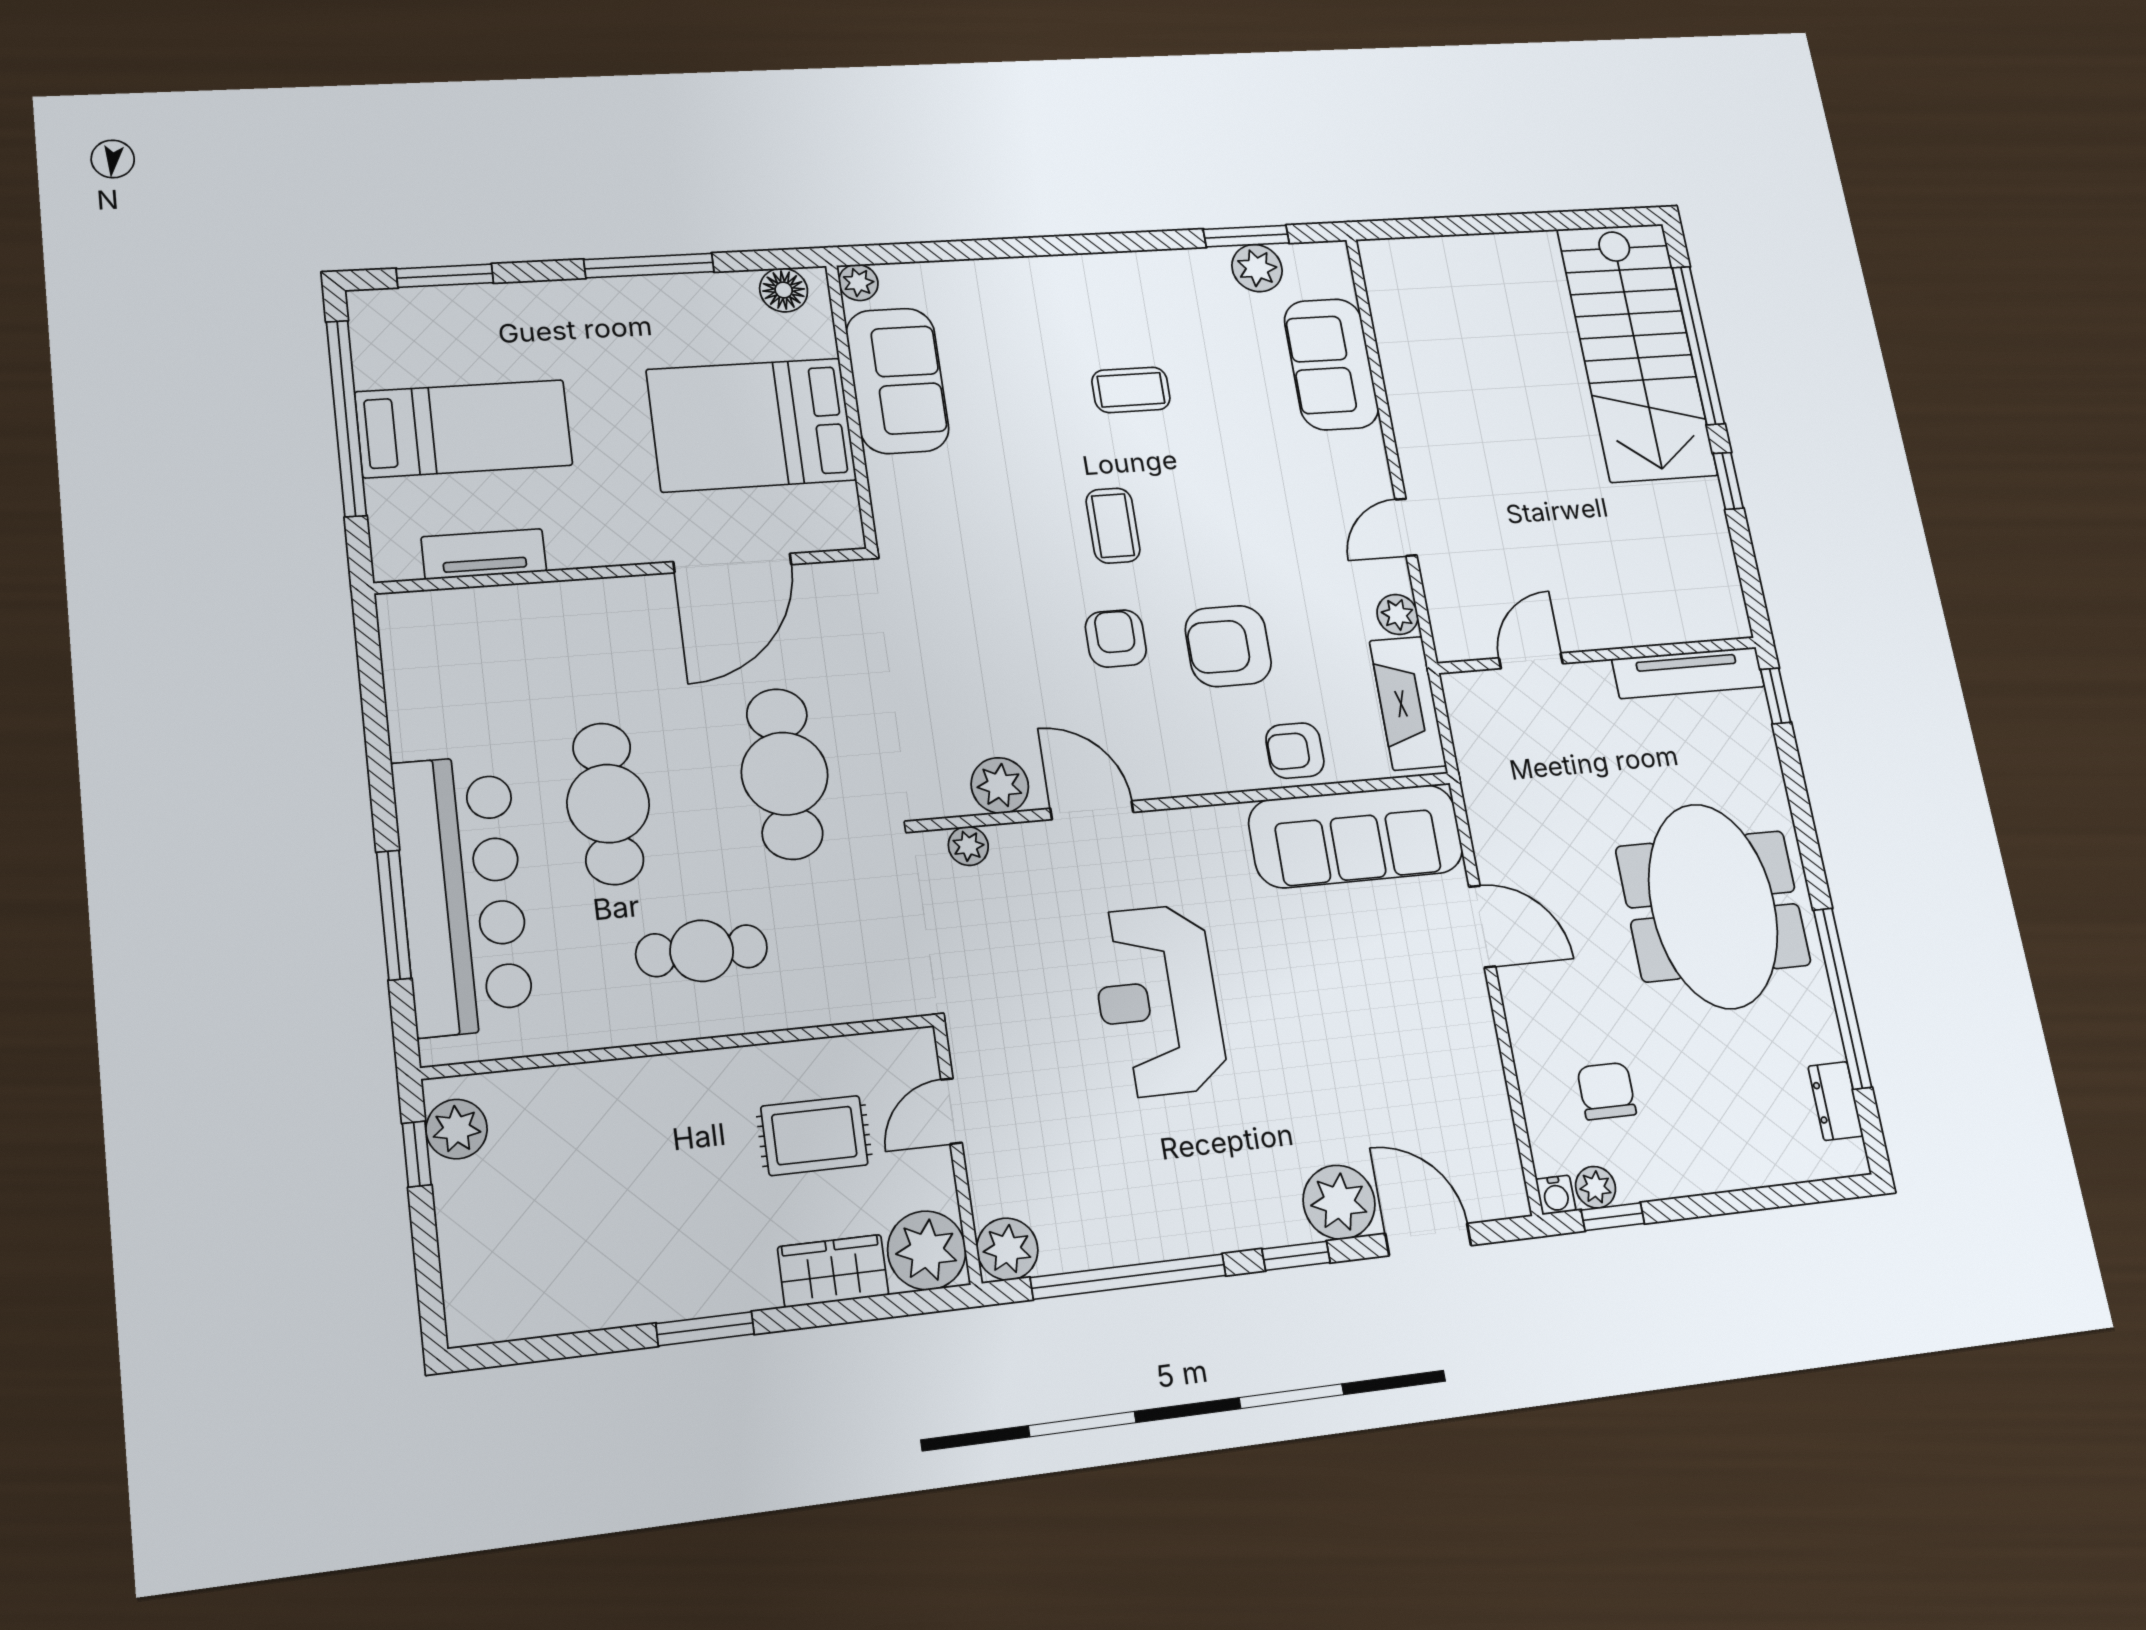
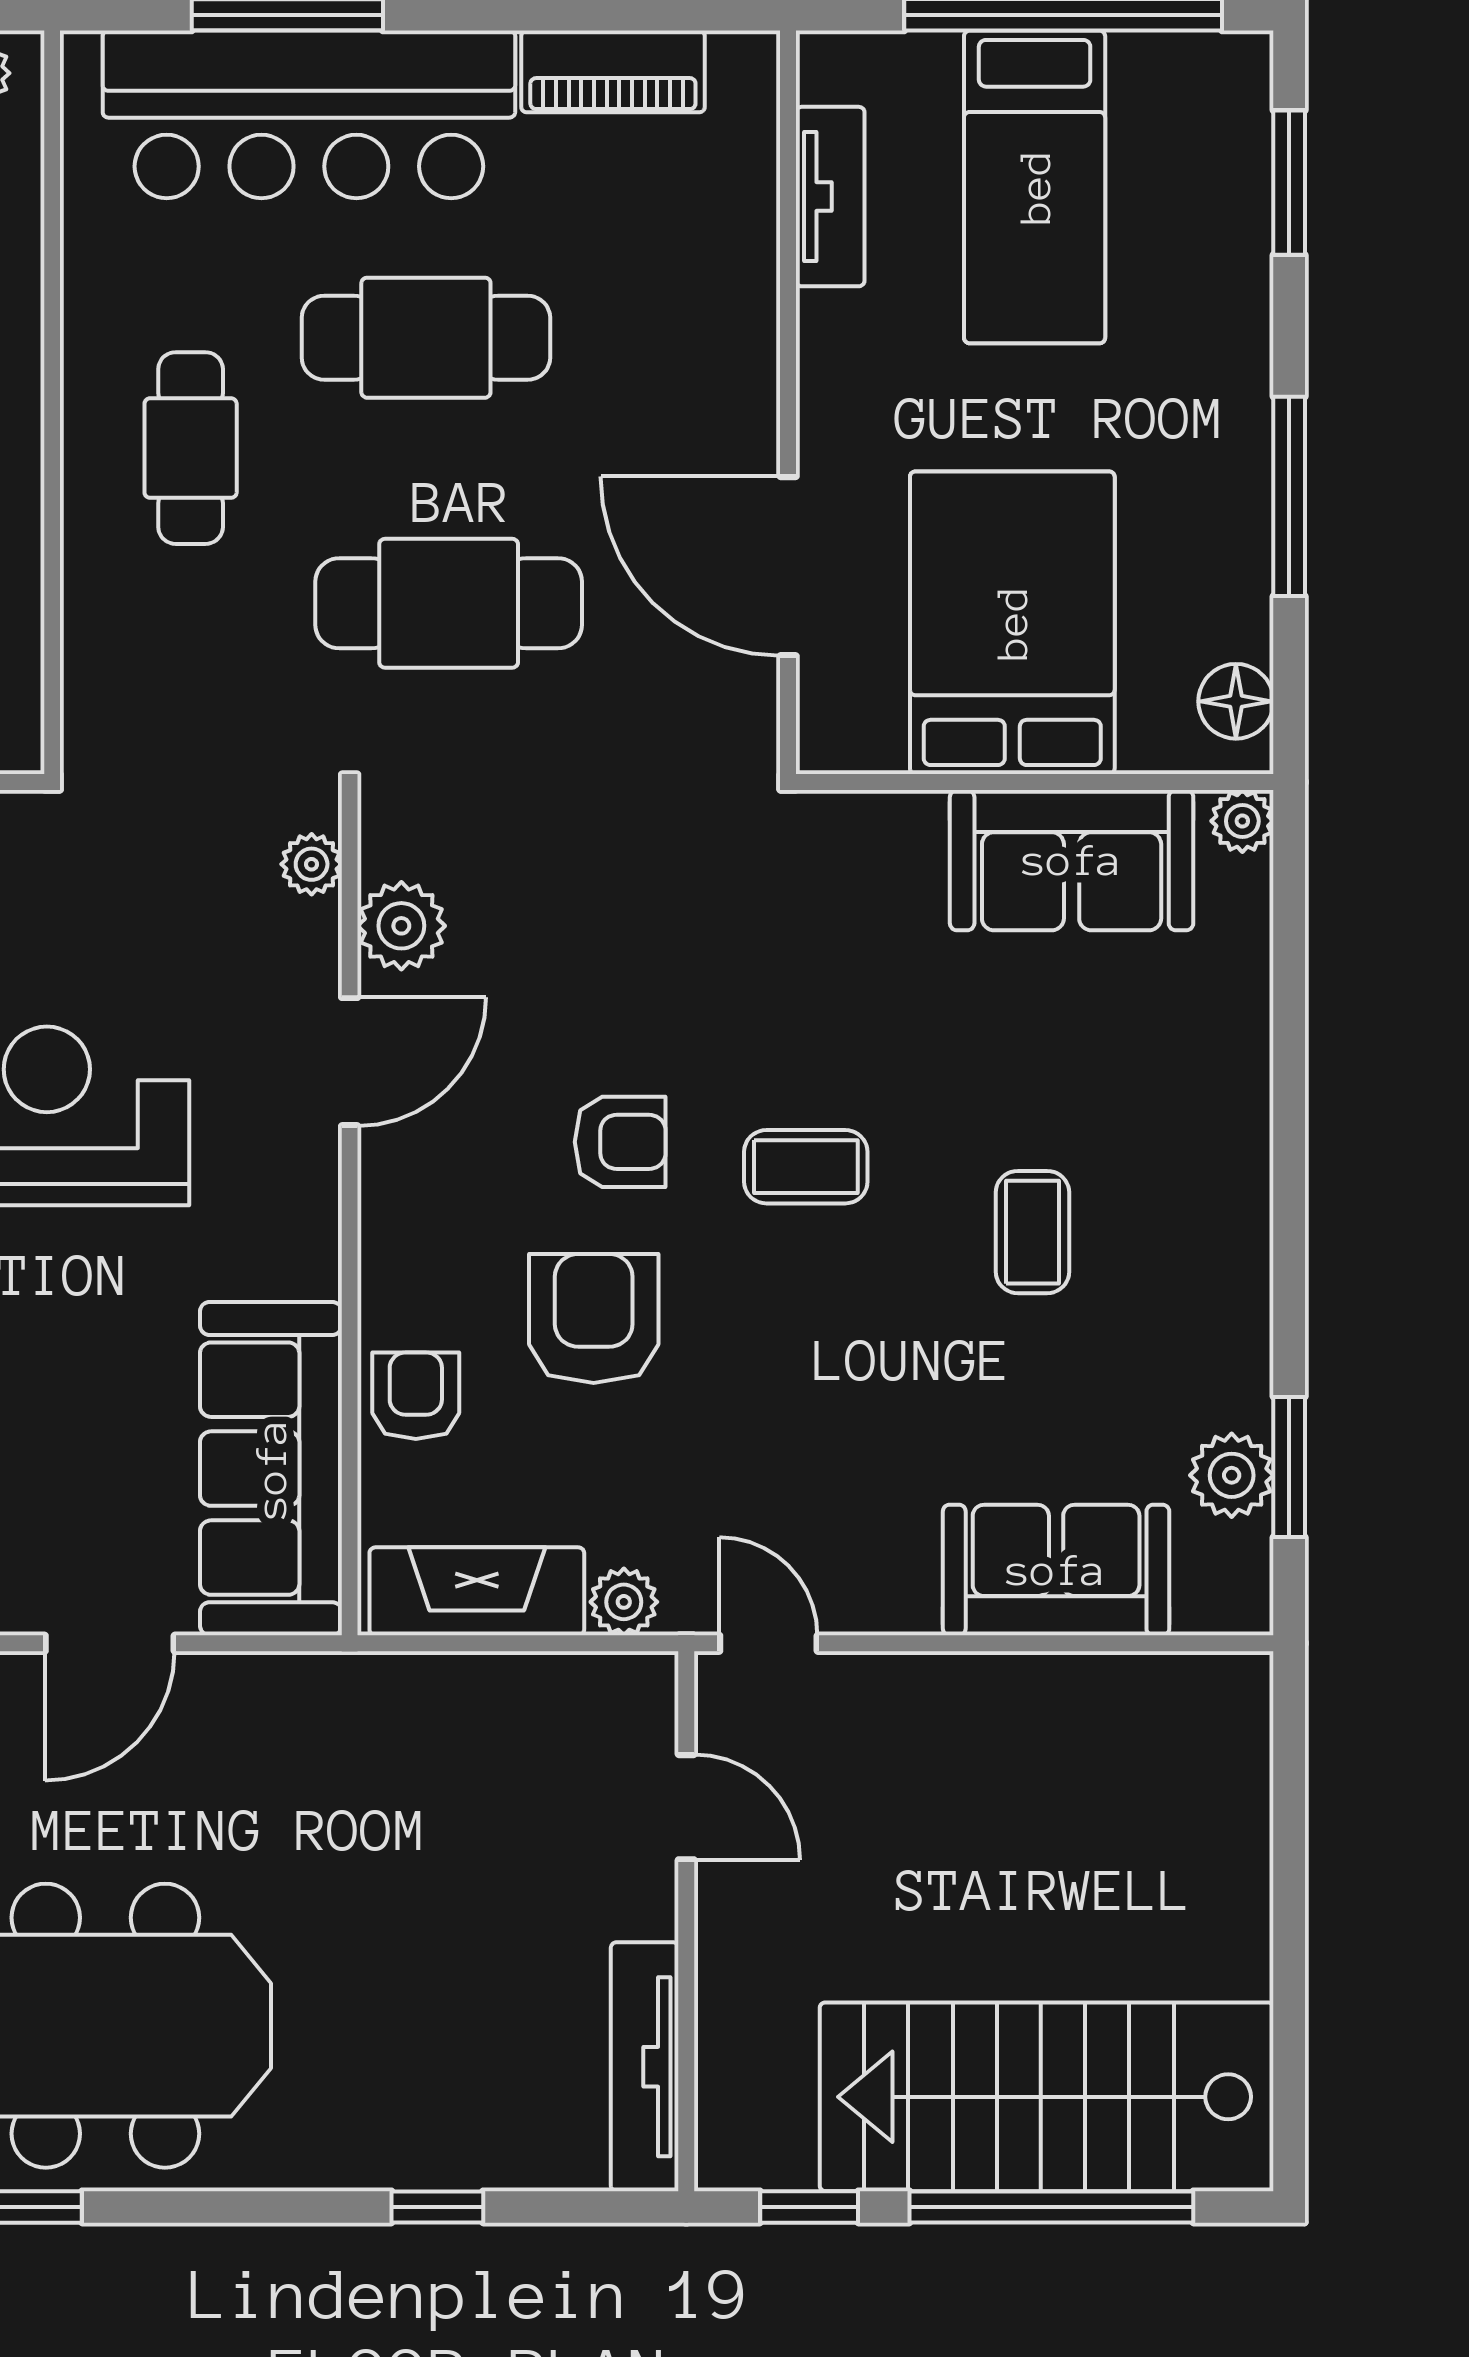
wall: (1598, 655) -> (686, 1921), moved
door: (1531, 661) -> (686, 1807), moved
tv unit: (1688, 673) -> (645, 2067), moved
piano: (413, 698) -> (613, 71), added

